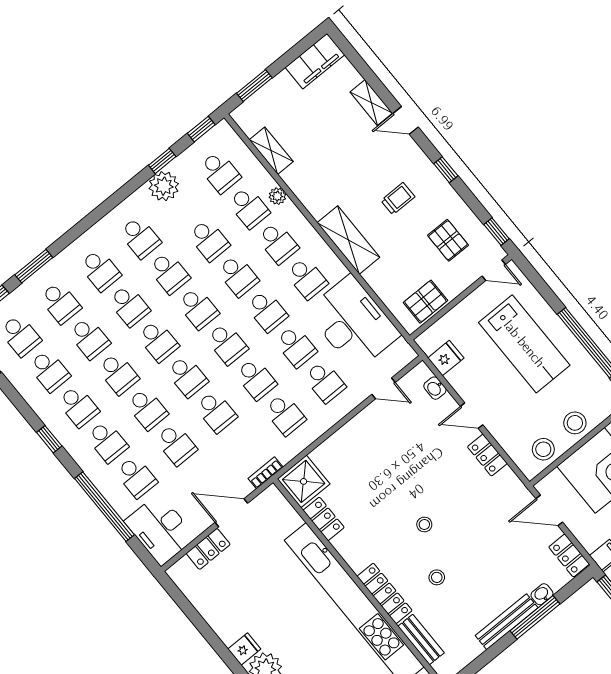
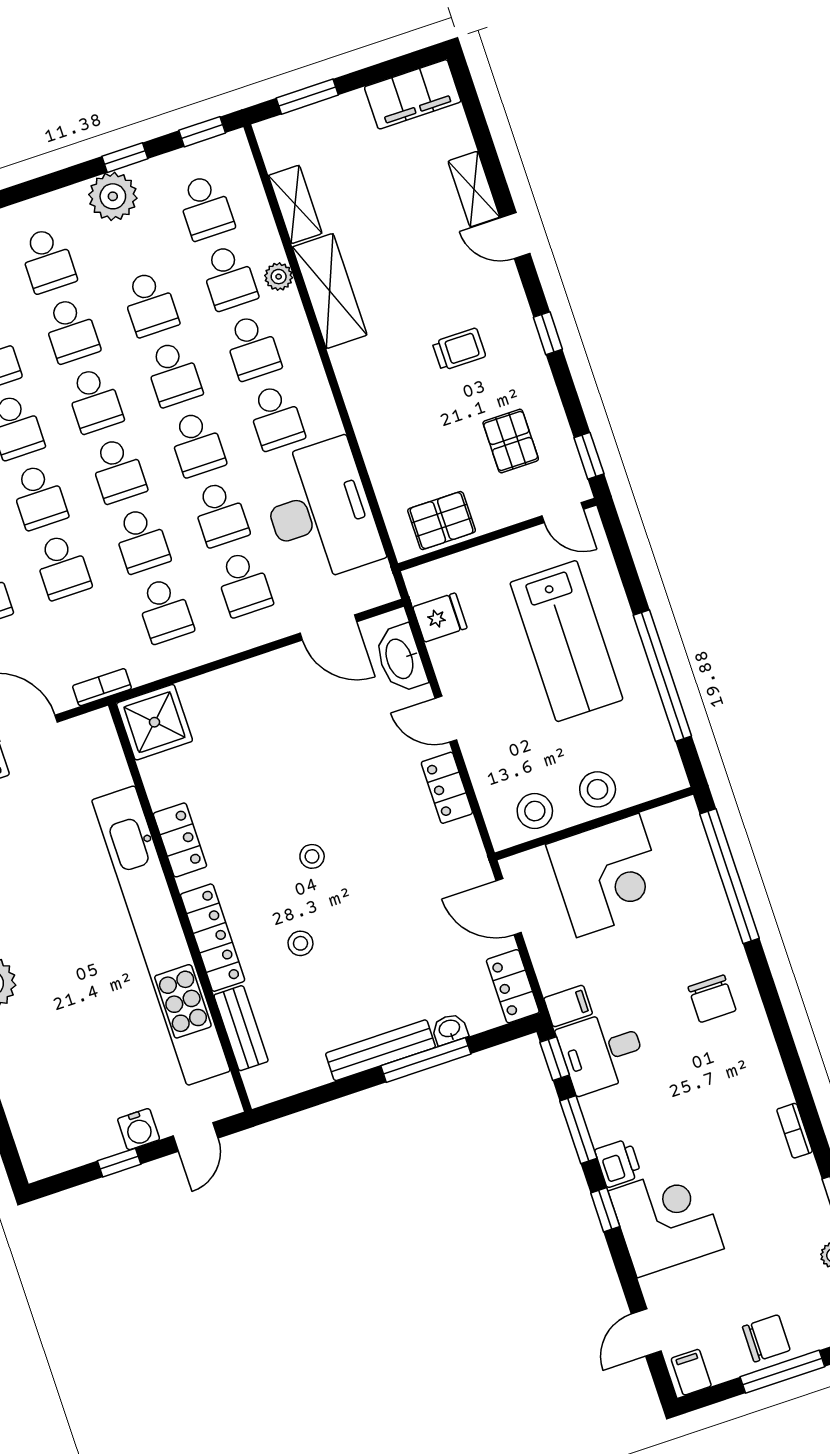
shelving: (348, 240) -> (330, 291), moved
door: (383, 388) -> (328, 628), width x1.38
washbasin: (435, 388) -> (401, 659), width x1.91, depth x1.45
locker: (324, 519) -> (180, 840), moved

